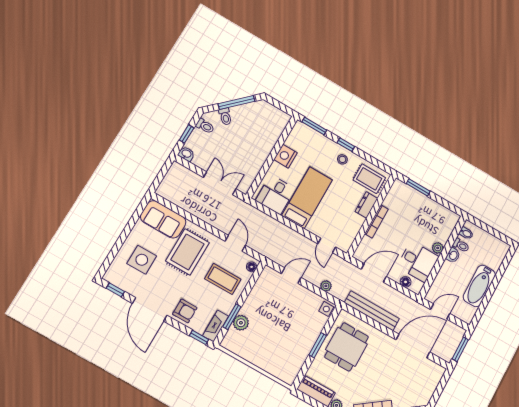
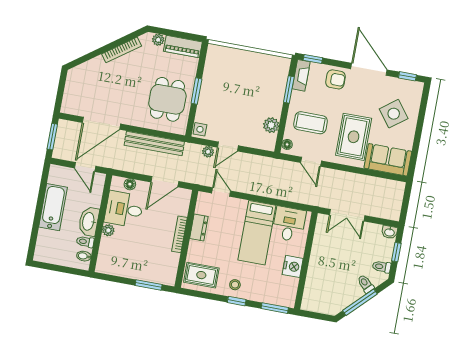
dresser: (366, 205) -> (199, 228), moved
washbasin: (453, 255) -> (89, 221), width x1.91, depth x1.45
side table: (142, 260) -> (394, 114), turned -37
door: (291, 276) -> (228, 146), moved
armchair: (185, 311) -> (335, 79), turned 180
door: (440, 311) -> (85, 167), hinge flipped
plant: (241, 323) -> (271, 125), moved

